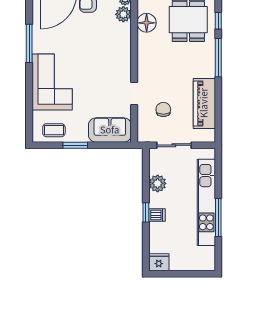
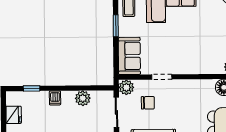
plant: (146, 134) -> (126, 87), added
window: (146, 212) -> (32, 88), moved
fridge: (159, 262) -> (14, 115), moved

